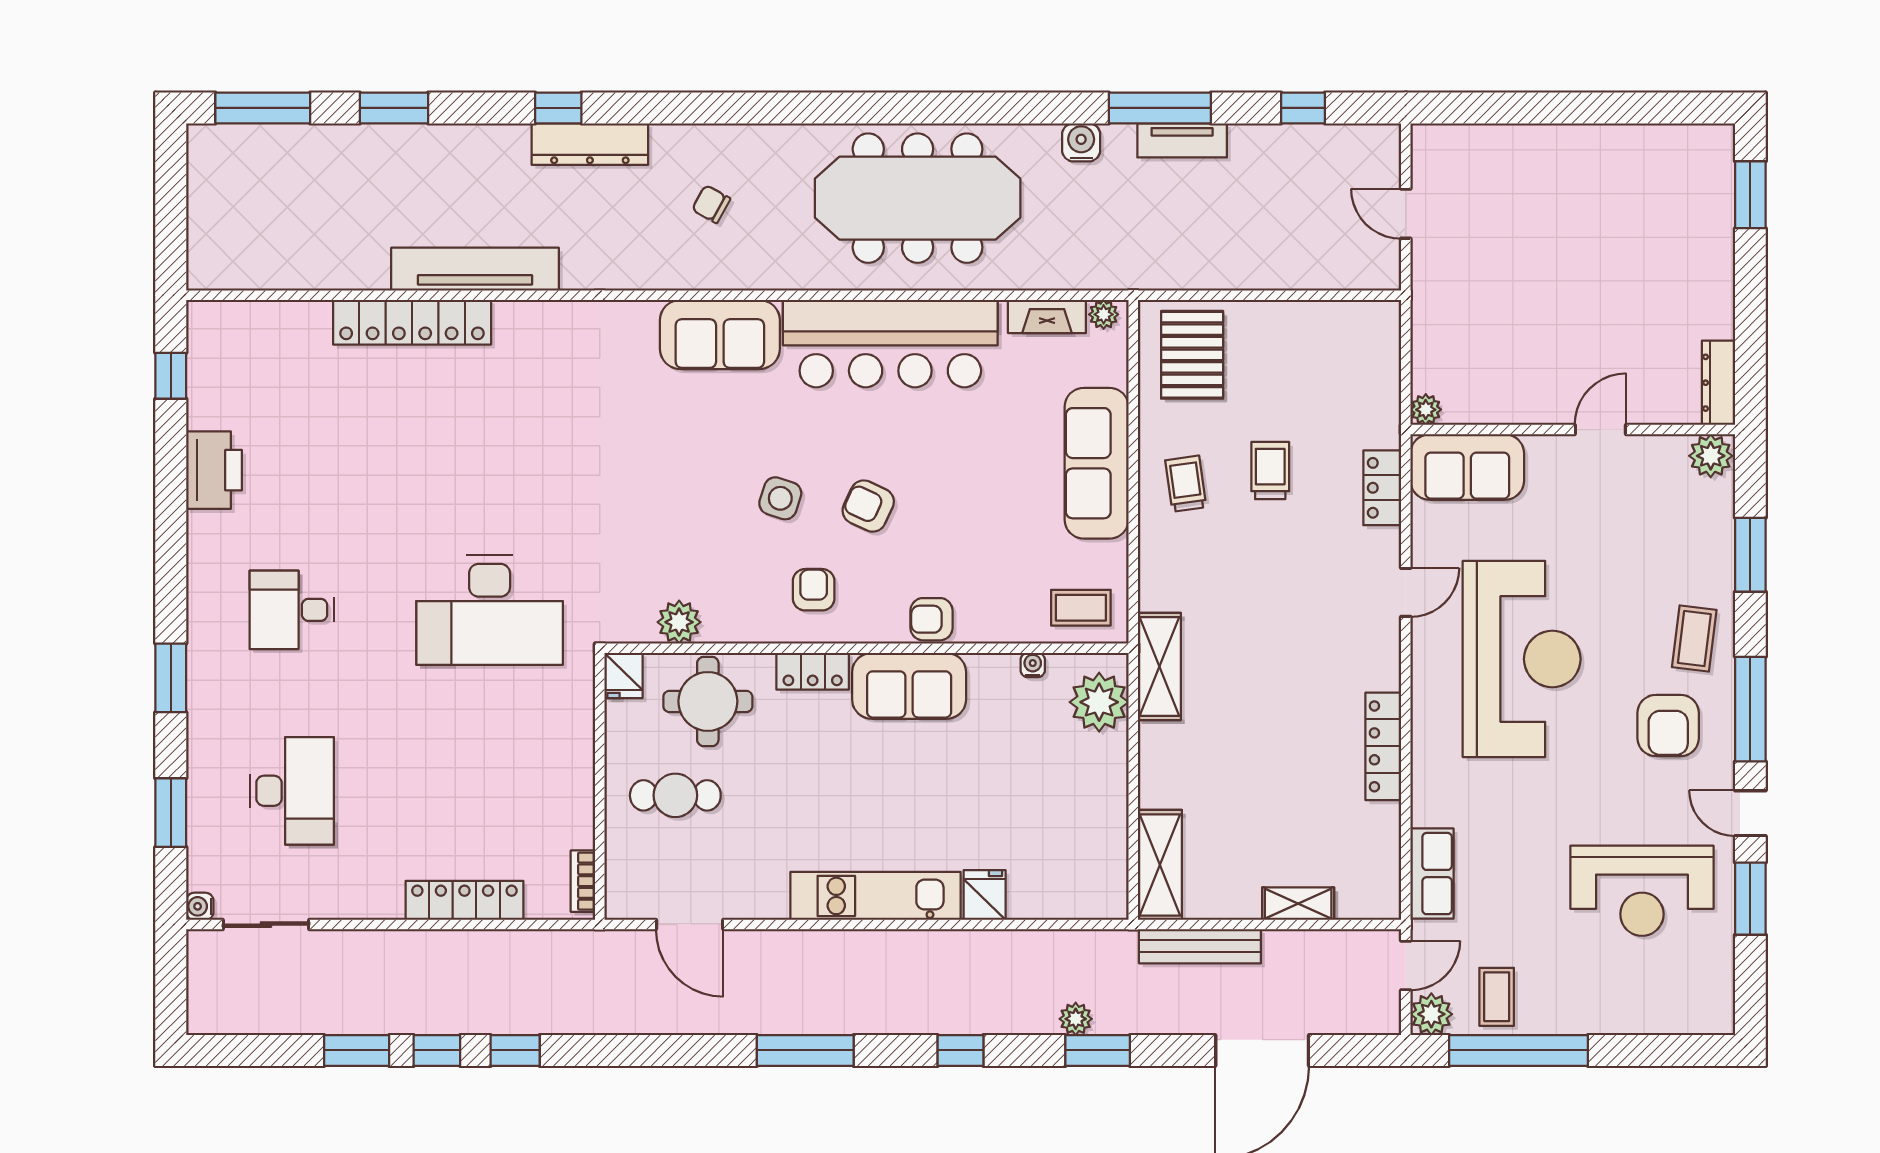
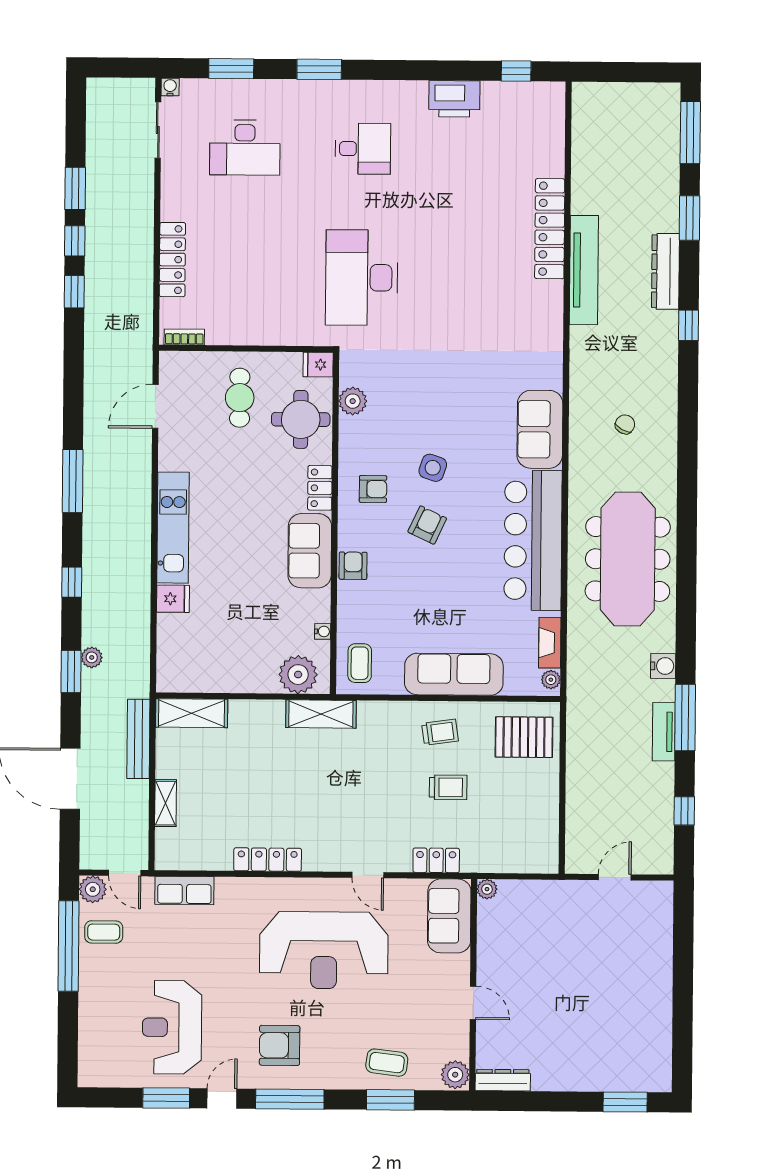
dresser: (590, 144) -> (665, 271), moved
desk: (292, 610) -> (363, 149), turned 90
coffee table: (1694, 639) -> (387, 1063), moved

